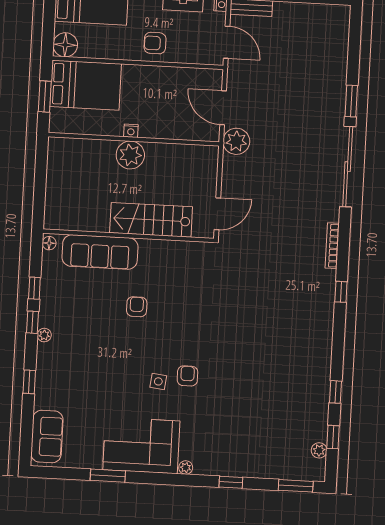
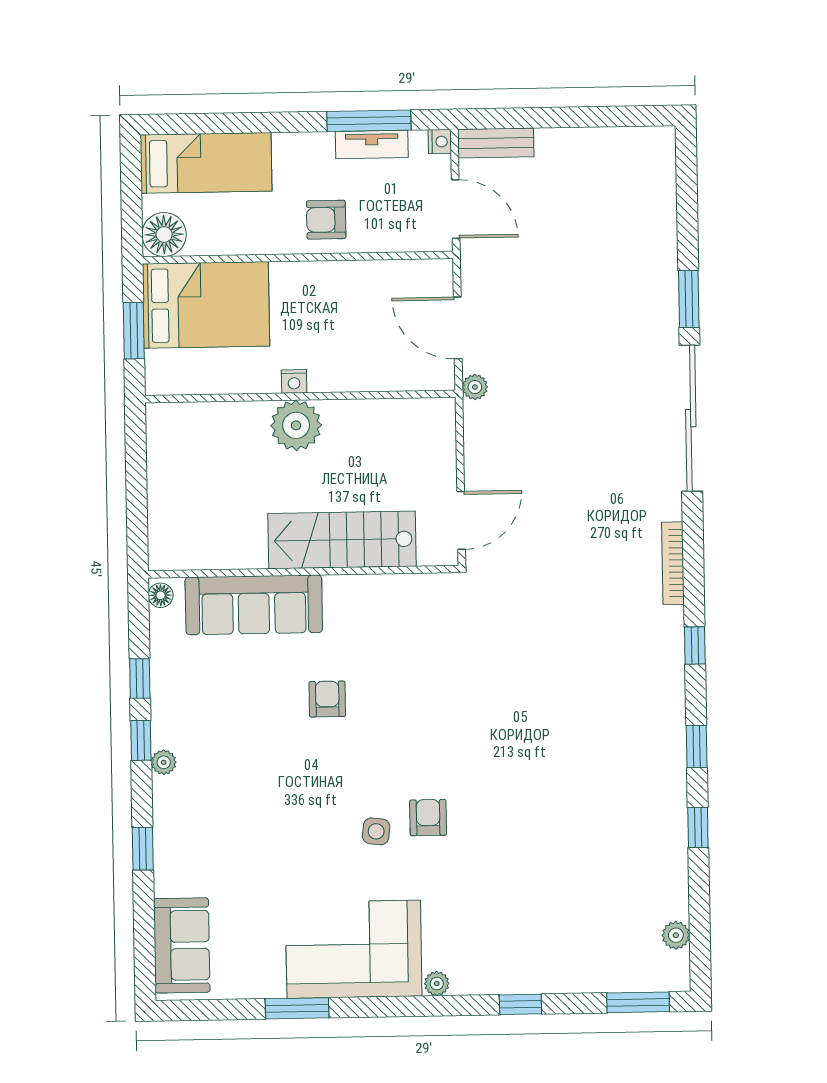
plant: (236, 141) -> (475, 387), width x0.53, depth x0.53
window: (333, 437) -> (697, 747), moved

